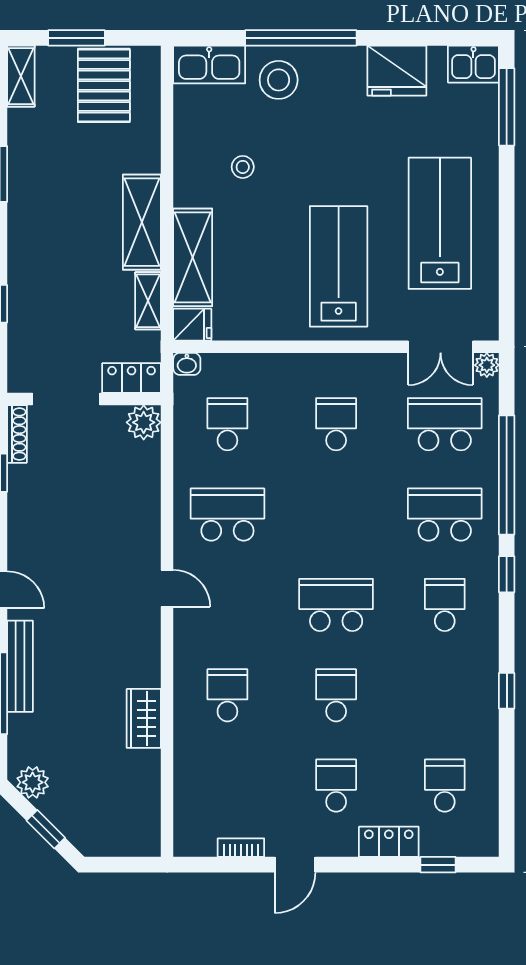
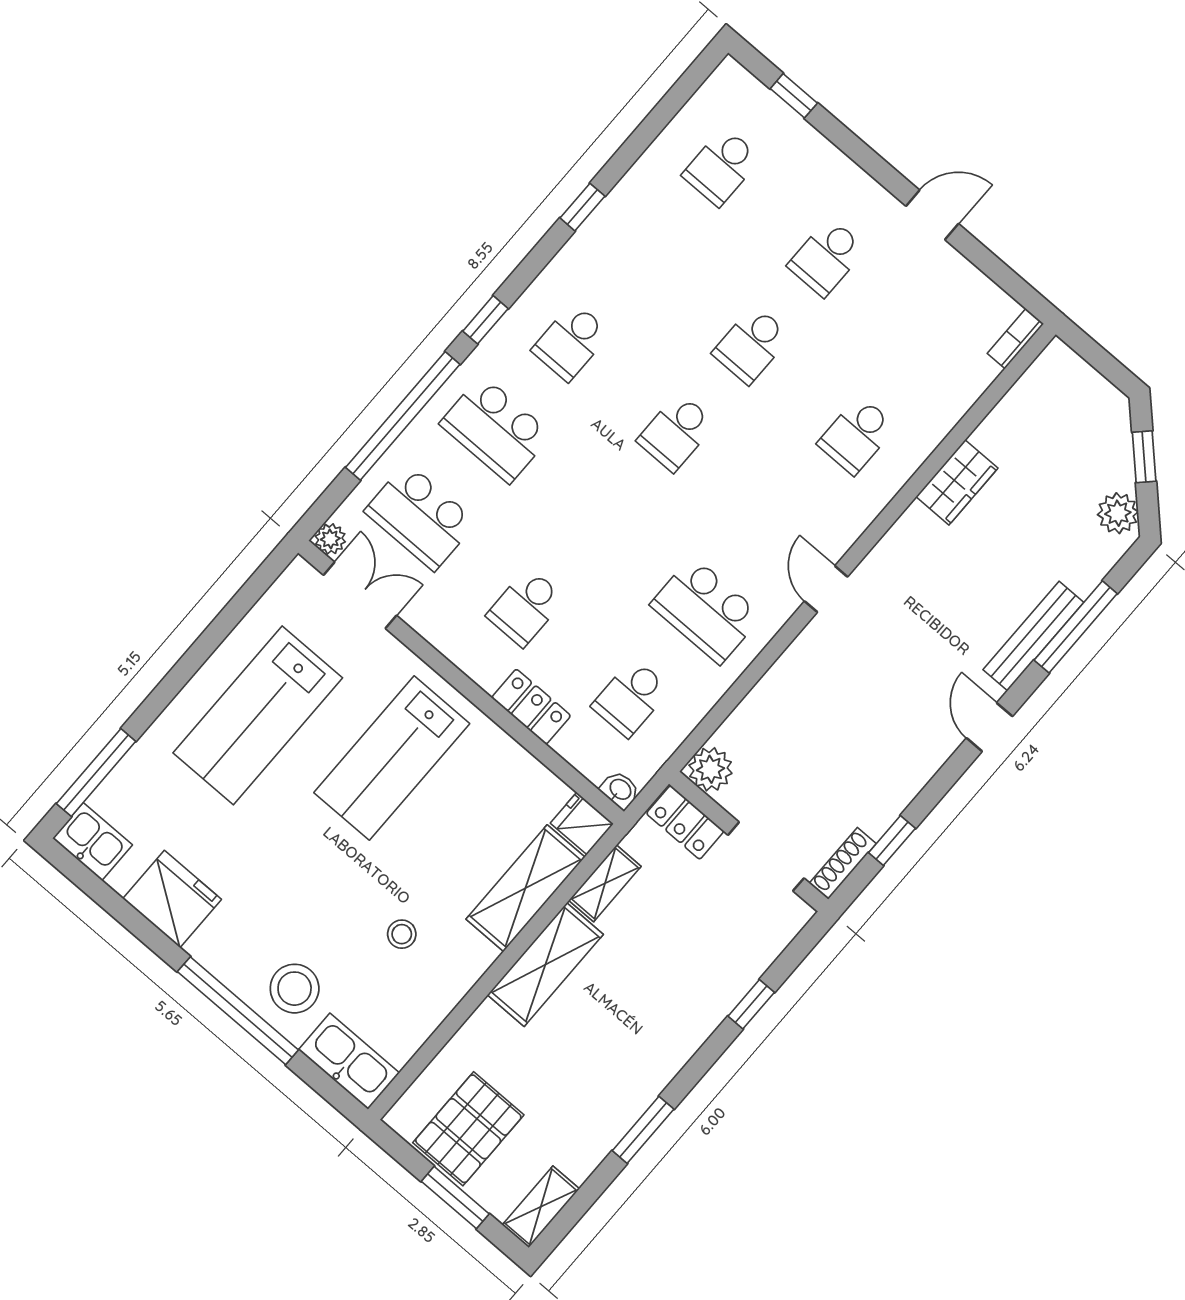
school desk: (336, 605) -> (676, 432), width x0.54
locker: (389, 842) -> (531, 707), moved, turned 180
bookcase: (241, 848) -> (1015, 339), moved, turned 90

